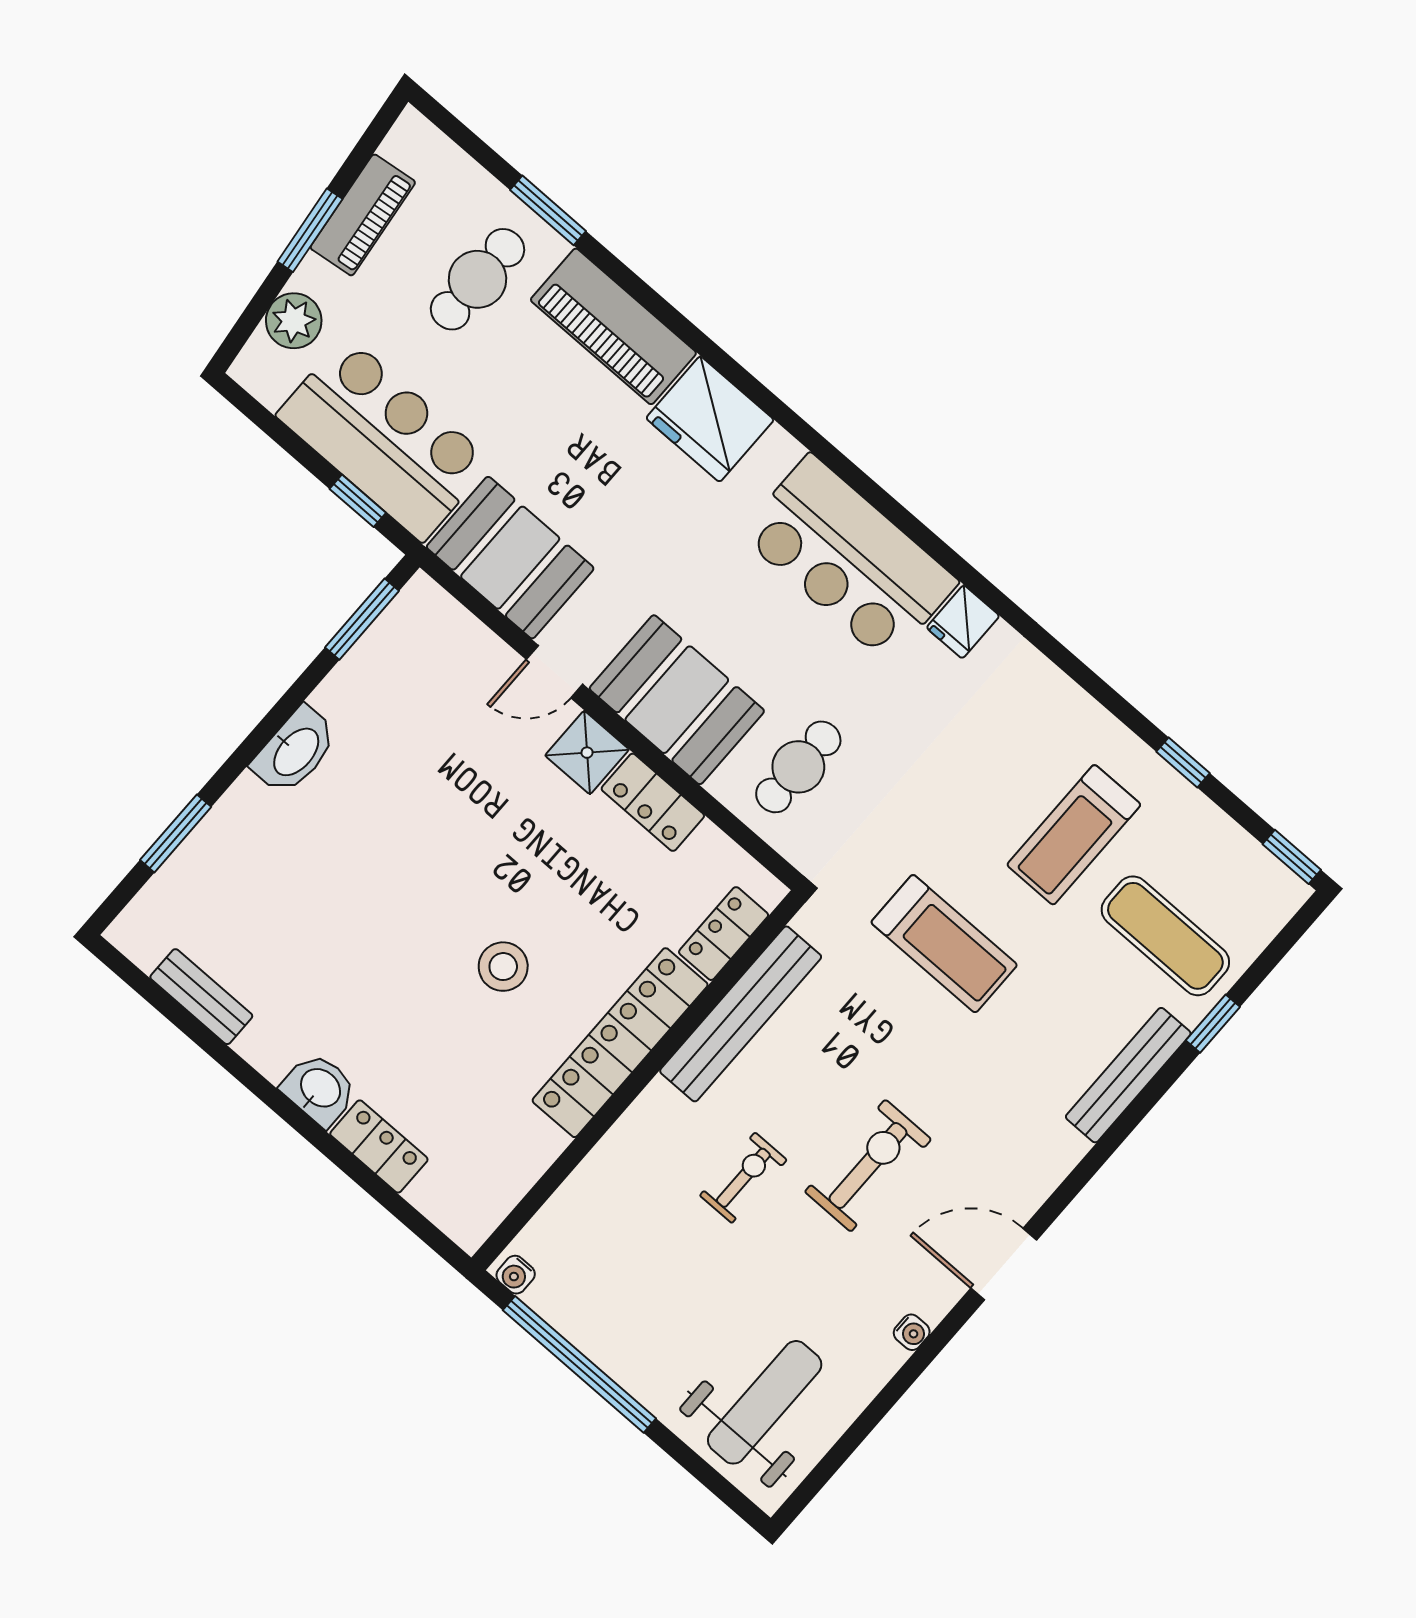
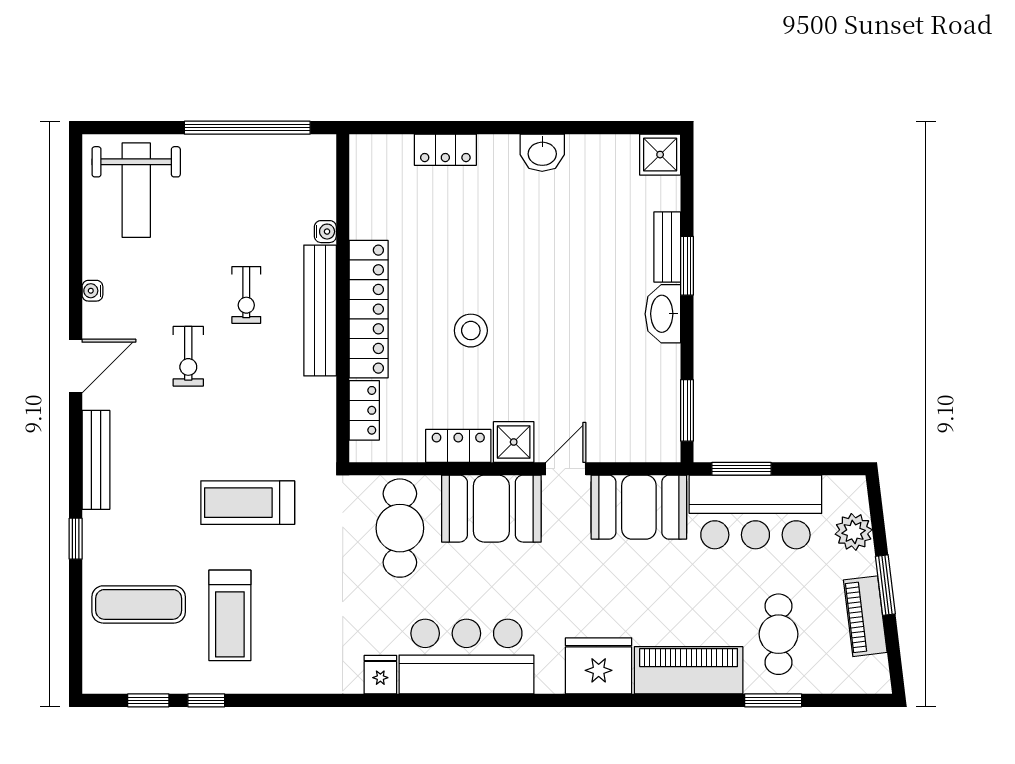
window: (358, 501) -> (741, 469), width x1.50
cafe table: (798, 767) -> (400, 528), width x1.37, depth x1.35
window: (176, 833) -> (687, 266), moved
treadmill: (1074, 835) -> (230, 615), turned 180
window: (1292, 857) -> (148, 700), moved
shower: (143, 932) -> (660, 155), added
stool: (503, 967) -> (471, 331), moved
bench: (201, 997) -> (667, 247), moved, turned 90
bench: (741, 1014) -> (320, 310), moved
window: (1213, 1024) -> (76, 539), moved
bench: (1128, 1075) -> (96, 460), moved
washbasin: (319, 1089) -> (542, 153), moved
exercise bike: (868, 1166) -> (188, 356), width x0.73, depth x0.72
water cooler: (516, 1275) -> (325, 232), moved, turned 90

